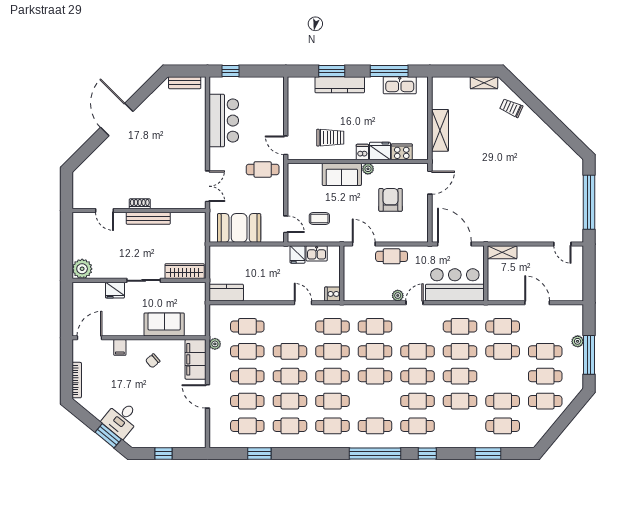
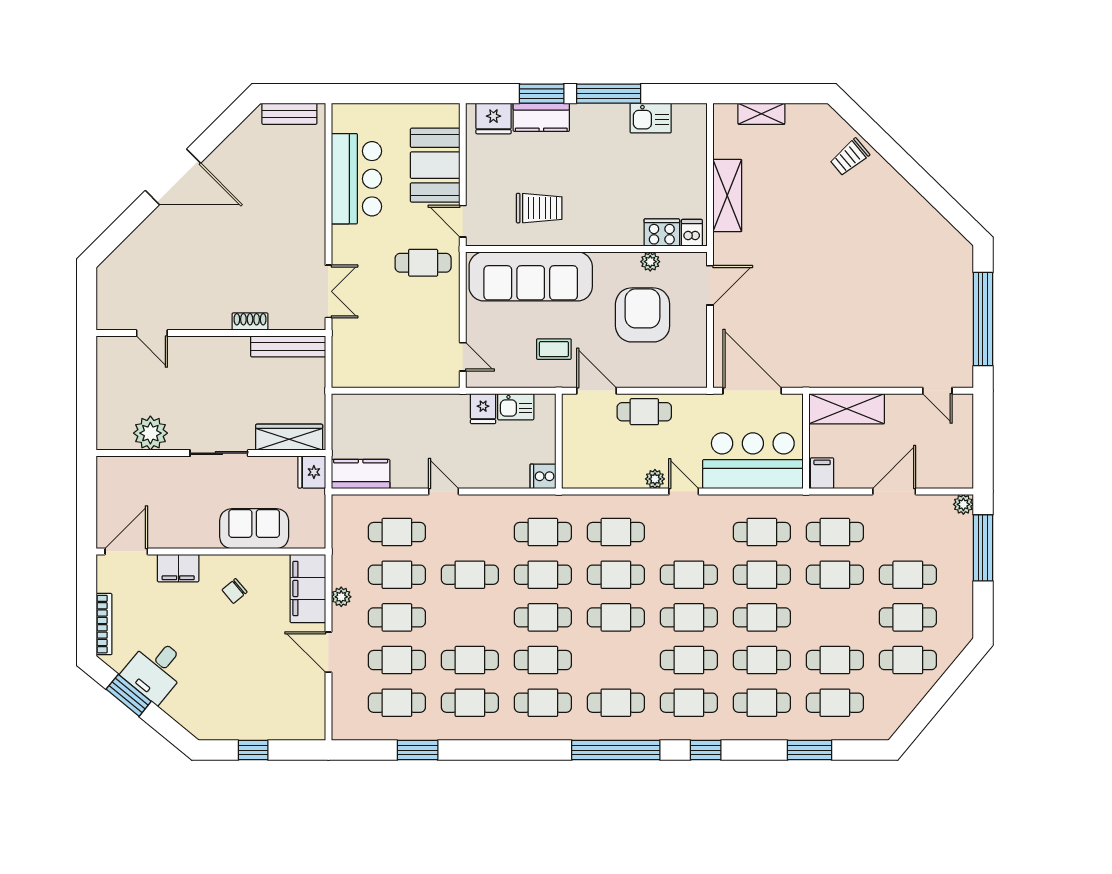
window: (231, 71) -> (368, 94), removed
window: (389, 71) -> (609, 94), moved
shelving: (484, 83) -> (761, 114), moved
kitchen counter: (340, 85) -> (541, 117), width x0.67
kitchen sink: (400, 85) -> (651, 118), width x0.73
trolley: (511, 108) -> (850, 157), turned -64
door: (117, 119) -> (173, 177), swing flipped
fridge: (380, 151) -> (493, 119), moved, turned 180
dishwasher: (362, 152) -> (692, 233), moved
plant: (368, 169) -> (650, 262), moved
sofa: (342, 174) -> (531, 276), width x1.85, depth x1.27
armchair: (391, 200) -> (643, 315), width x1.36, depth x1.36
shoe rack: (140, 204) -> (250, 322), moved
bench: (148, 218) -> (288, 346), moved
coffee table: (319, 219) -> (554, 349), moved
booth: (239, 228) -> (435, 165), moved, turned 90
shelving: (502, 252) -> (847, 409), width x1.50, depth x1.33
plant: (82, 269) -> (150, 433), moved
fridge: (115, 290) -> (312, 472), moved, turned 90
filing cabinet: (495, 292) -> (822, 473), added
door: (303, 303) -> (444, 491), moved
door: (414, 303) -> (684, 491), hinge flipped
door: (537, 303) -> (894, 491), hinge flipped
plant: (578, 341) -> (963, 504), moved
plant: (215, 344) -> (341, 597), moved
filing cabinet: (120, 347) -> (178, 568), width x2.00
window: (589, 355) -> (983, 548), moved
cafe table: (290, 376) -> (762, 703), moved
desk: (121, 419) -> (155, 670), moved
window: (108, 436) -> (129, 695), moved

